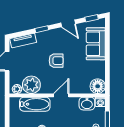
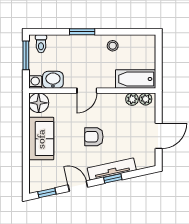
tv unit: (23, 40) -> (112, 169), moved, width x1.41
sofa: (96, 44) -> (41, 139), moved
plant: (31, 85) -> (132, 99), width x0.53, depth x0.53
bathtub: (35, 104) -> (136, 79), moved

